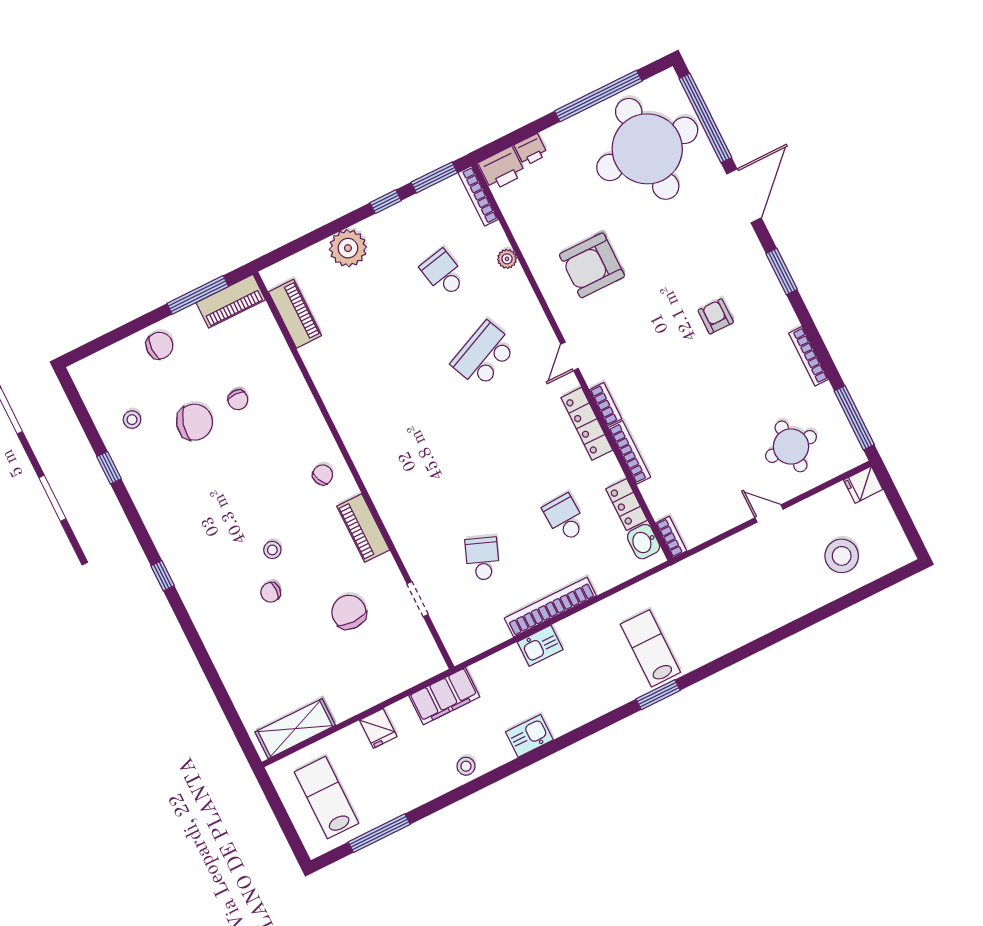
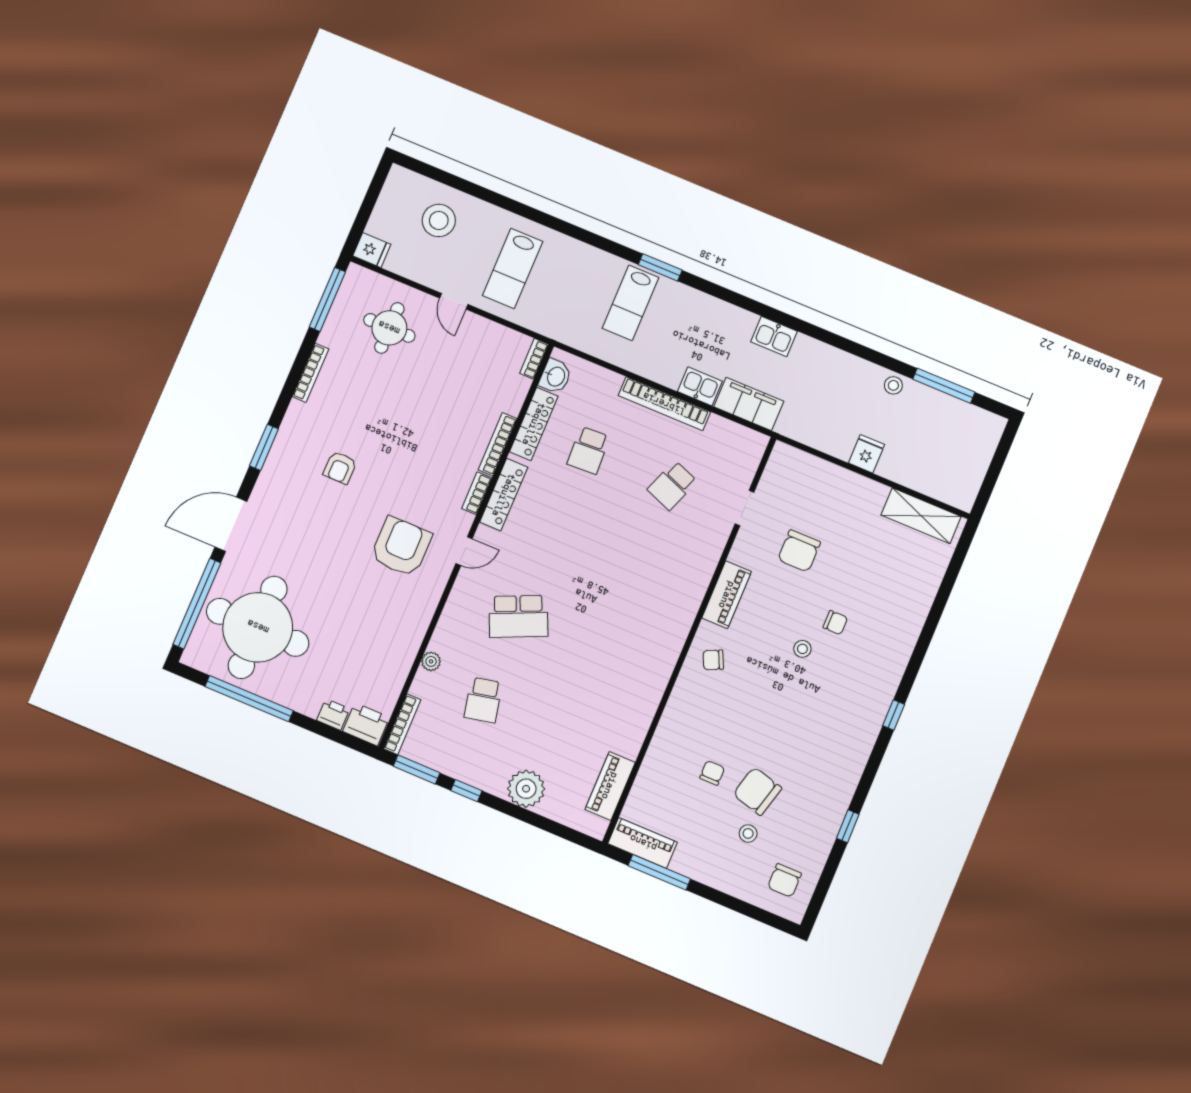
armchair: (592, 265) -> (401, 547), moved, turned -90
chair: (159, 346) -> (784, 880), moved, turned -90
stool: (132, 420) -> (748, 834), moved
locker: (627, 504) -> (534, 424), width x1.53
filing cabinet: (444, 696) -> (749, 404), moved
stool: (466, 766) -> (893, 385), moved
lab bench: (326, 798) -> (513, 268), moved

